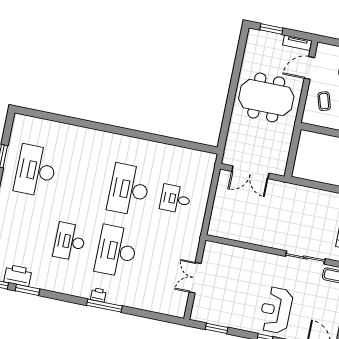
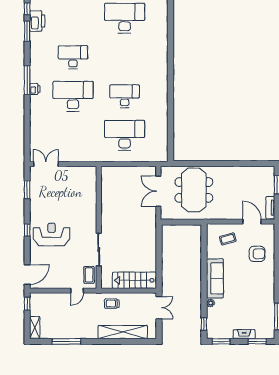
meeting table: (266, 97) -> (194, 190), moved
desk: (129, 190) -> (125, 96), width x0.73, depth x0.77
desk: (175, 199) -> (125, 135), width x1.87, depth x1.30
double door: (195, 278) -> (46, 164), moved
window: (104, 306) -> (27, 80), moved

